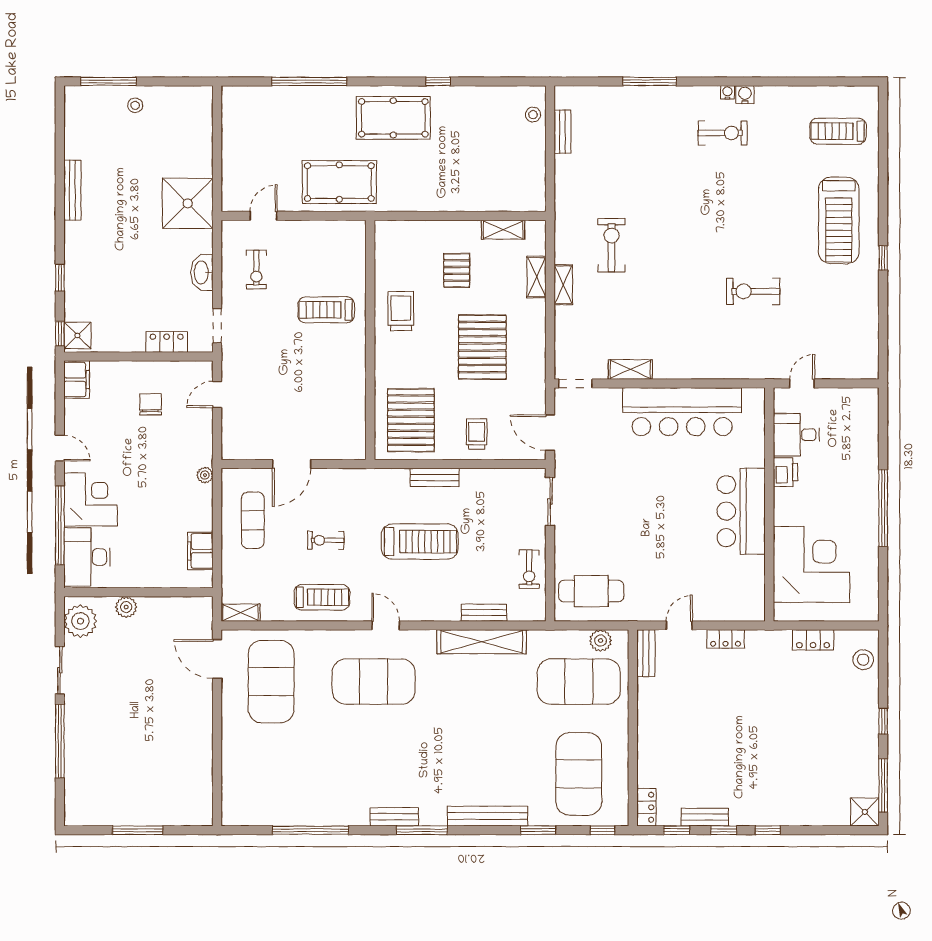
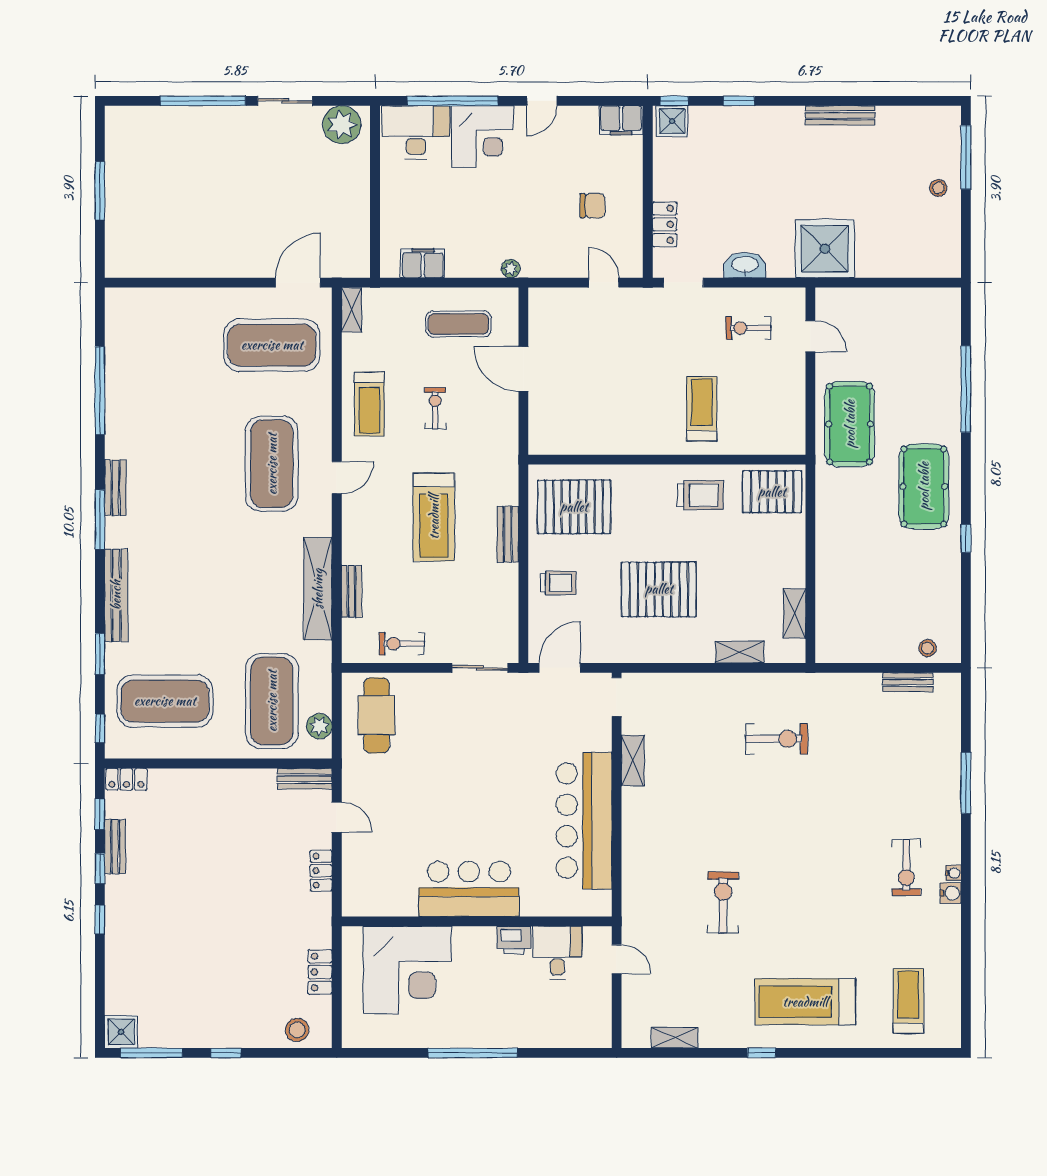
pallet: (457, 270) -> (772, 492), moved, width x1.50, depth x1.42
shelving: (563, 285) -> (675, 1038), moved
plant: (126, 607) -> (358, 177), removed

